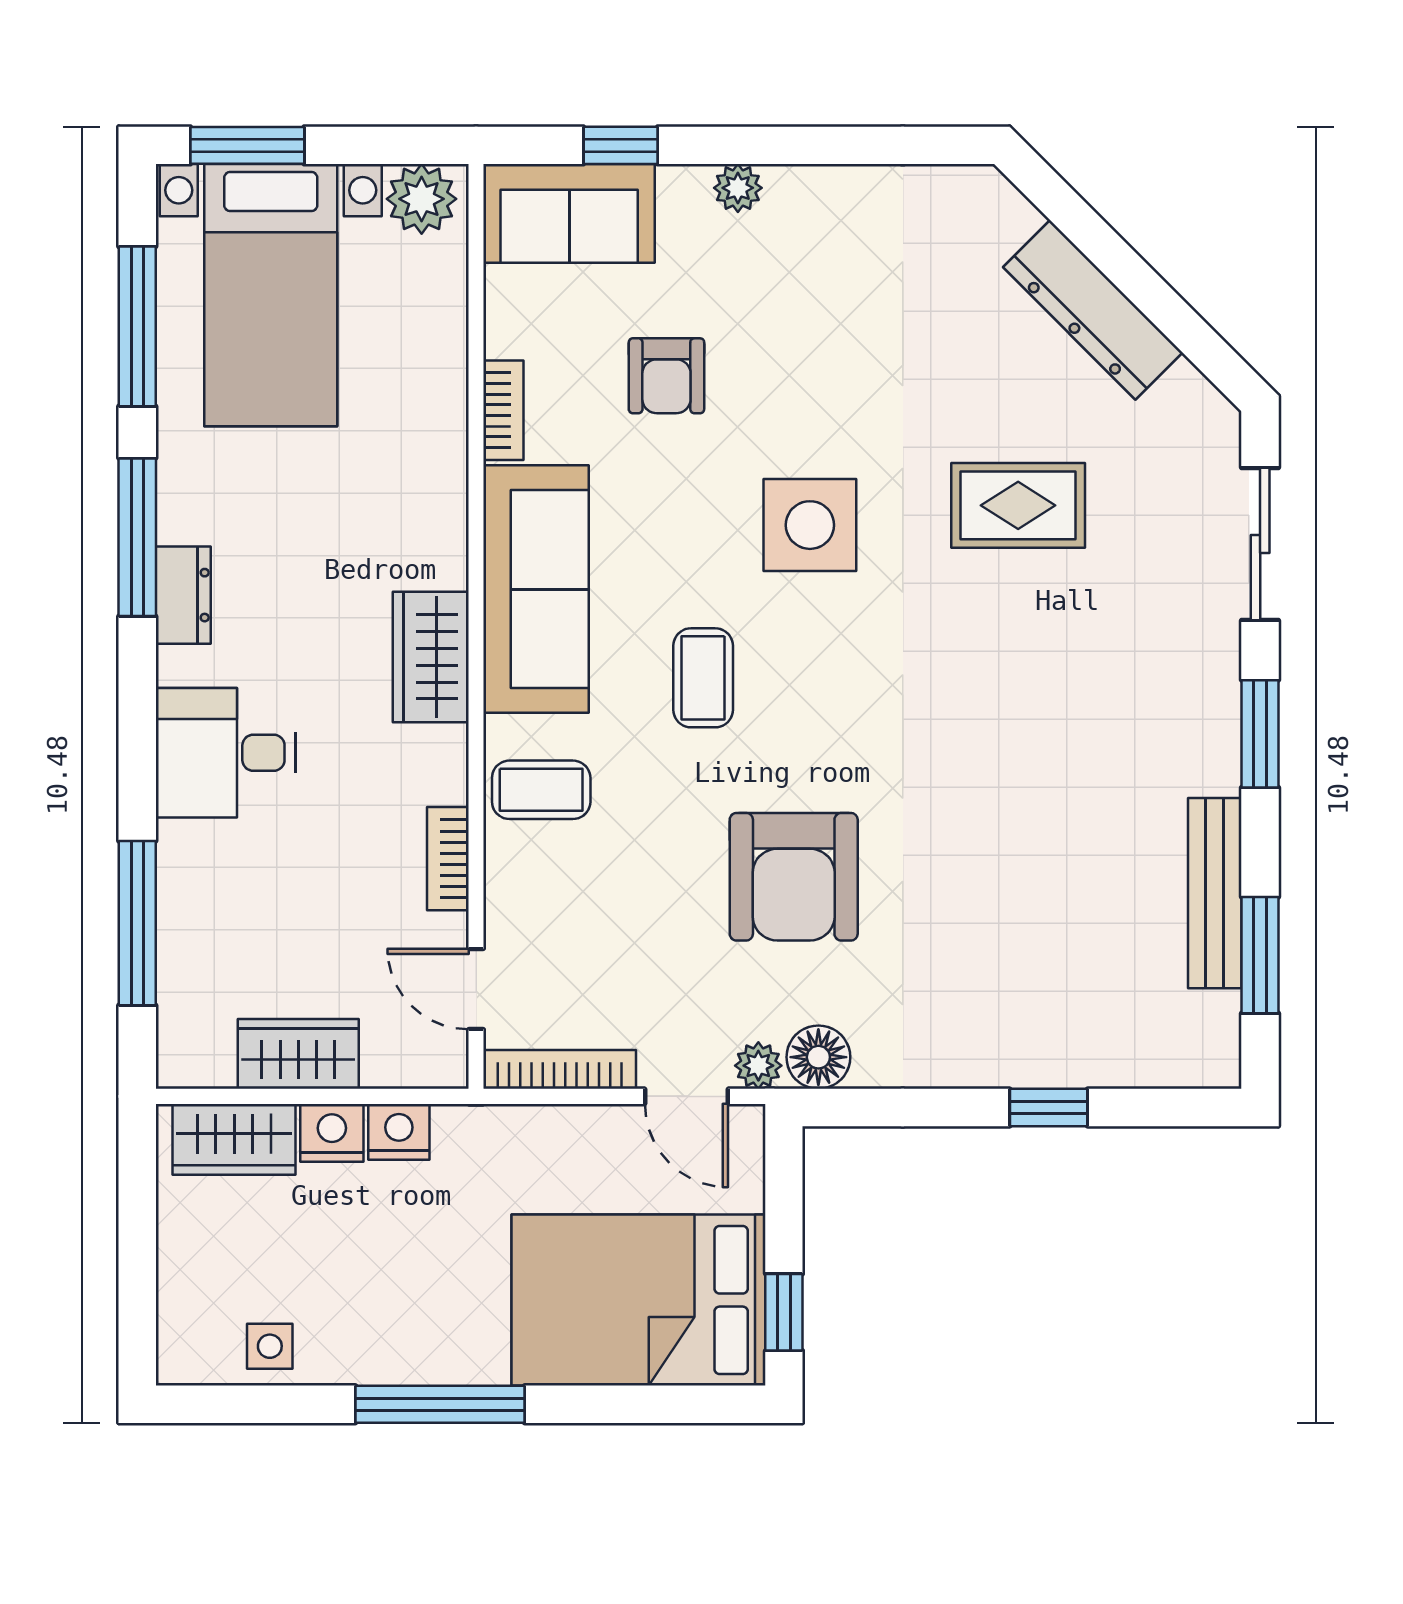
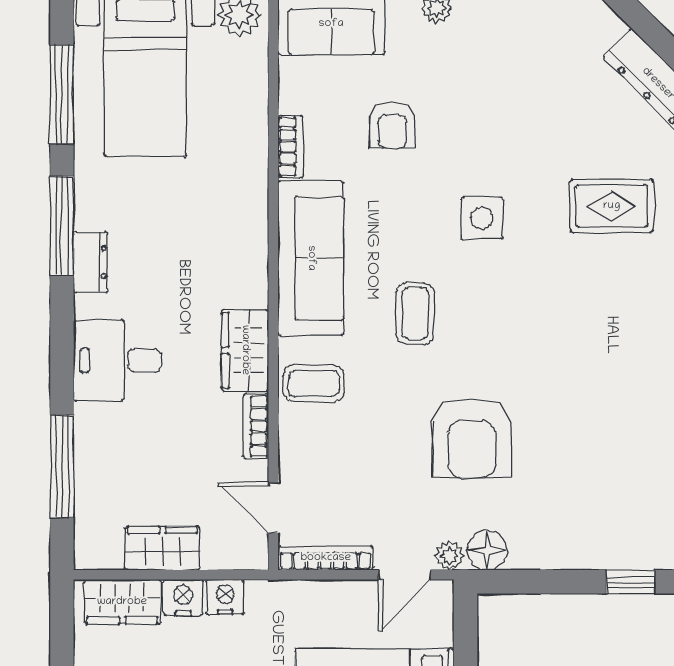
side table: (810, 525) -> (482, 218), width x0.73, depth x0.73
wardrobe: (431, 657) -> (245, 350), moved
door: (687, 1096) -> (405, 575), hinge flipped

